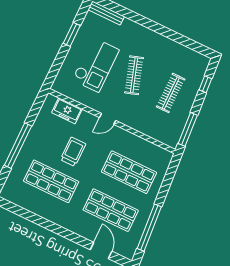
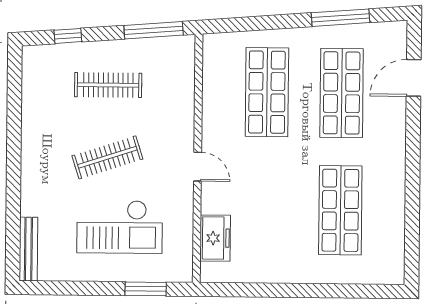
window: (72, 34) -> (146, 289), moved
checkout: (96, 65) -> (120, 227), turned 180
window: (18, 146) -> (308, 291), removed
trolley: (73, 152) -> (276, 197), removed
window: (149, 228) -> (341, 18), width x0.68

